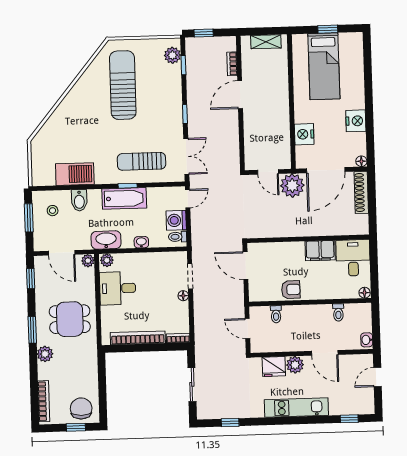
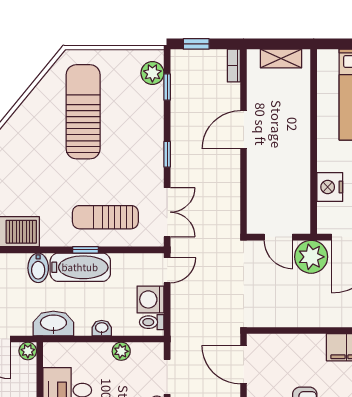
bookcase: (232, 64) -> (234, 66), moved
bidet: (79, 200) -> (38, 268), moved
plant: (107, 260) -> (121, 351), moved

